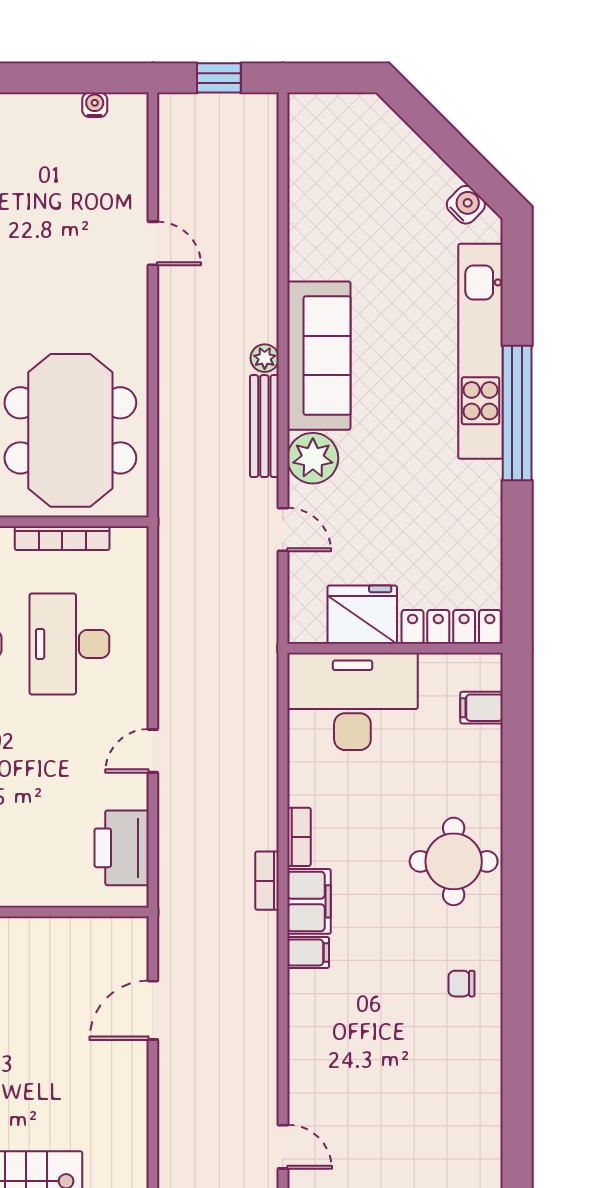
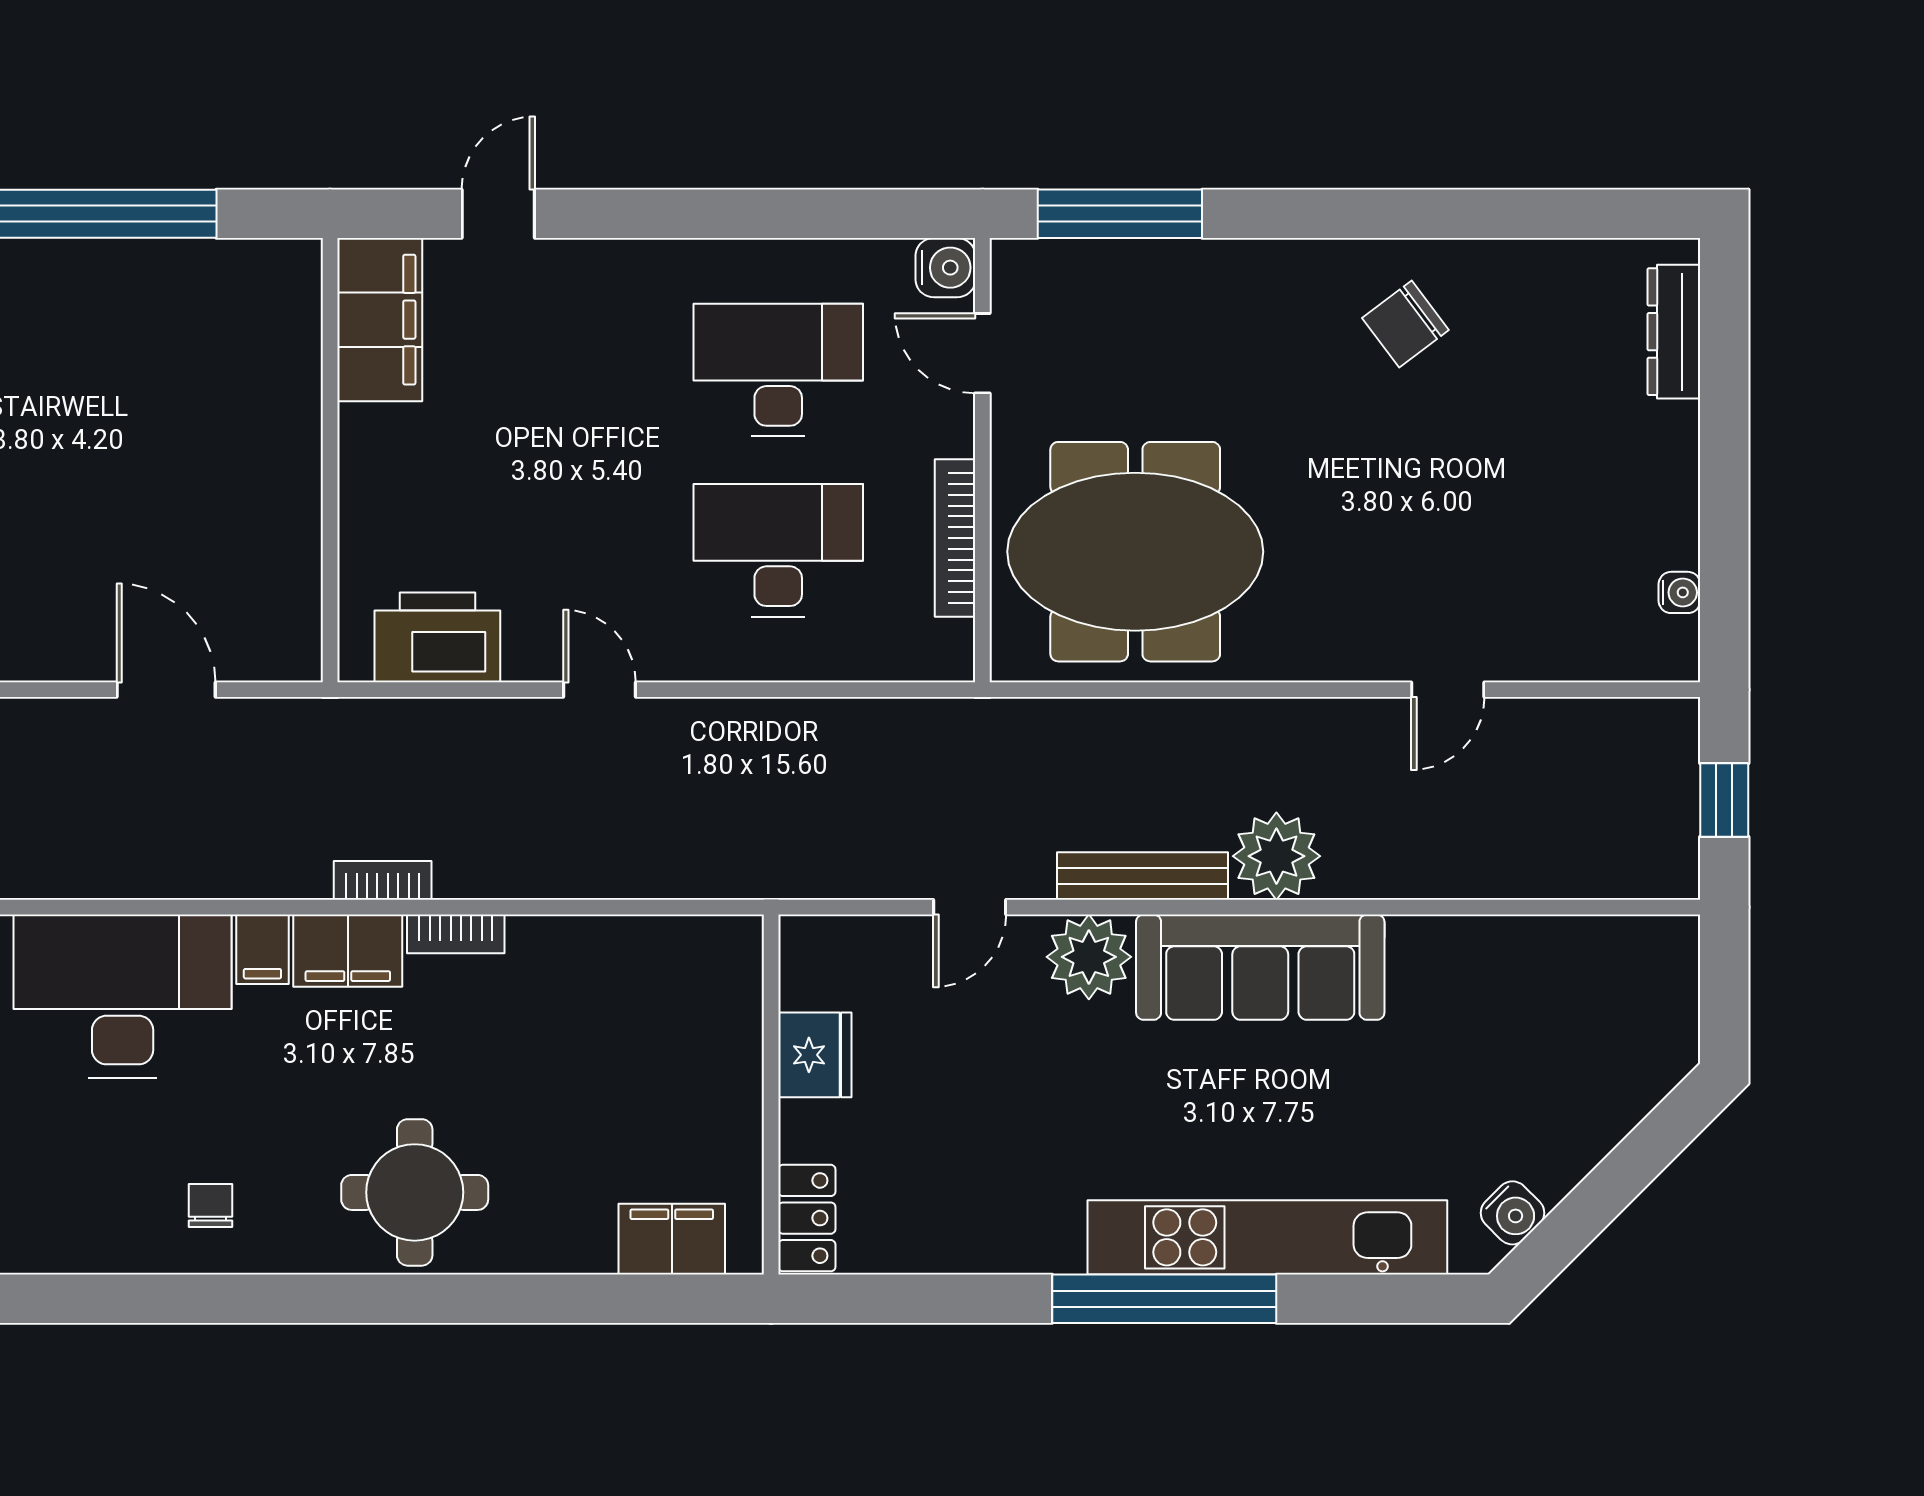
plant: (265, 358) -> (1276, 856), width x1.87, depth x1.87
fridge: (362, 615) -> (815, 1055), width x0.73, depth x0.75
locker: (451, 627) -> (807, 1218), width x0.66
desk: (352, 701) -> (123, 996), moved, turned -90
filing cabinet: (482, 708) -> (672, 1239), width x2.00

